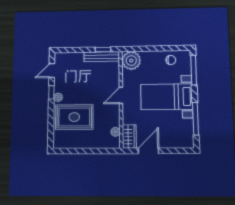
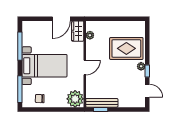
door: (52, 71) -> (147, 91), hinge flipped

